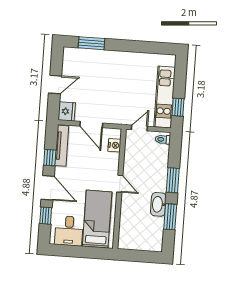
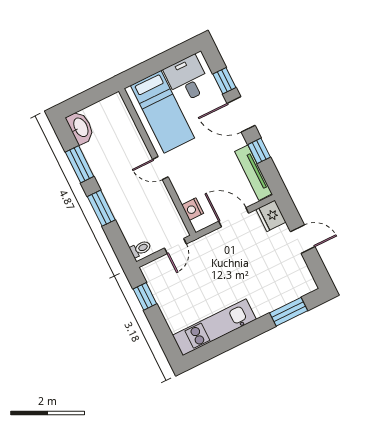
door: (55, 84) -> (303, 239), swing flipped
kitchen unit: (165, 97) -> (214, 327), moved, turned -90
washbasin: (158, 204) -> (80, 128), moved

